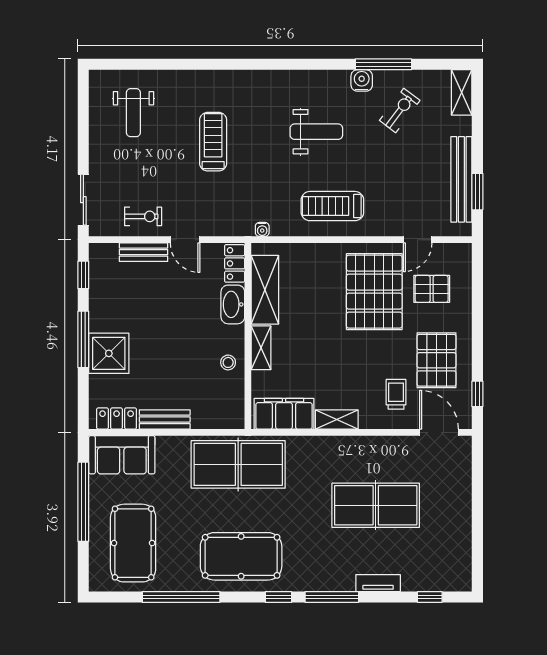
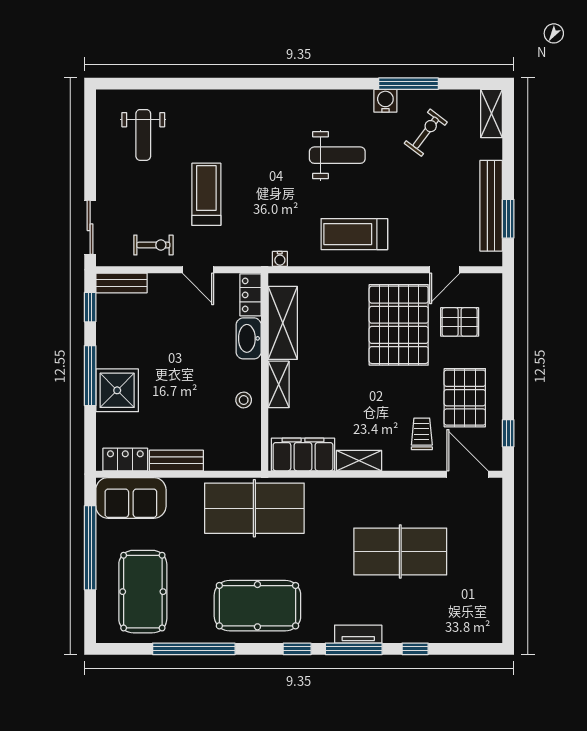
treadmill: (213, 142) -> (206, 194), moved
bench: (144, 252) -> (121, 283), moved
tv unit: (378, 583) -> (358, 634), moved
window: (430, 597) -> (415, 649), moved

